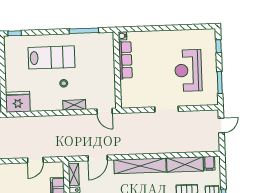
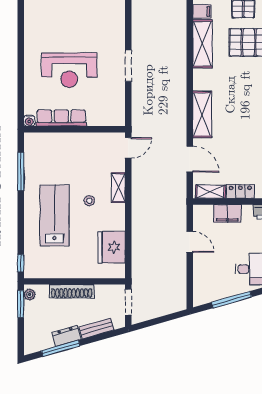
reception desk: (188, 70) -> (69, 70), moved
fridge: (18, 102) -> (112, 247), moved
shelving: (140, 166) -> (202, 114), width x0.68

